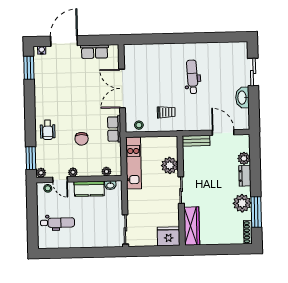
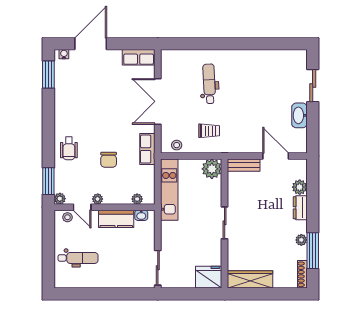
row of seats: (95, 52) -> (139, 57), moved
dental chair: (192, 77) -> (209, 84), moved
plant: (170, 165) -> (212, 169), moved
plant: (242, 203) -> (301, 240), width x0.53, depth x0.53
wardrobe: (192, 226) -> (250, 279), moved, turned -90

